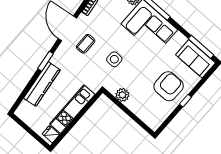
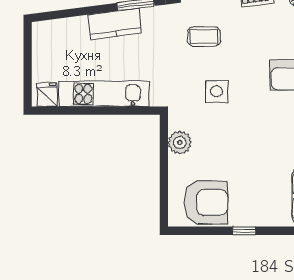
kitchen counter: (42, 84) -> (115, 24), width x0.67
armchair: (169, 86) -> (206, 202), moved

